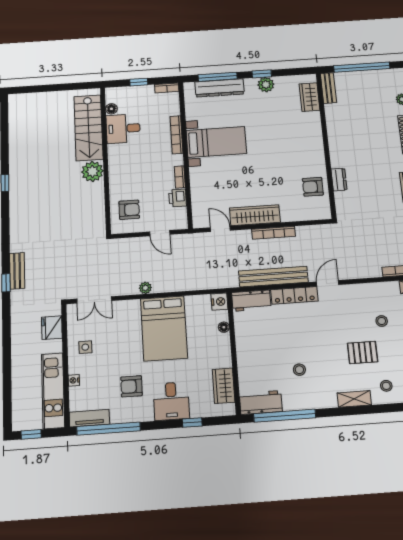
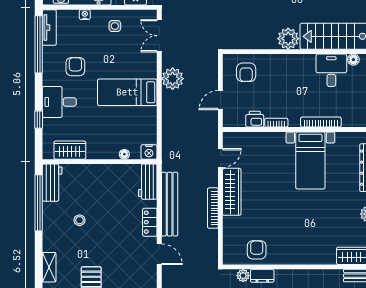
plant: (341, 198) -> (243, 276), added
plant: (145, 288) -> (173, 79), width x1.88, depth x1.88
locker: (294, 295) -> (150, 222), width x0.66
bed: (164, 328) -> (127, 92), width x0.67

